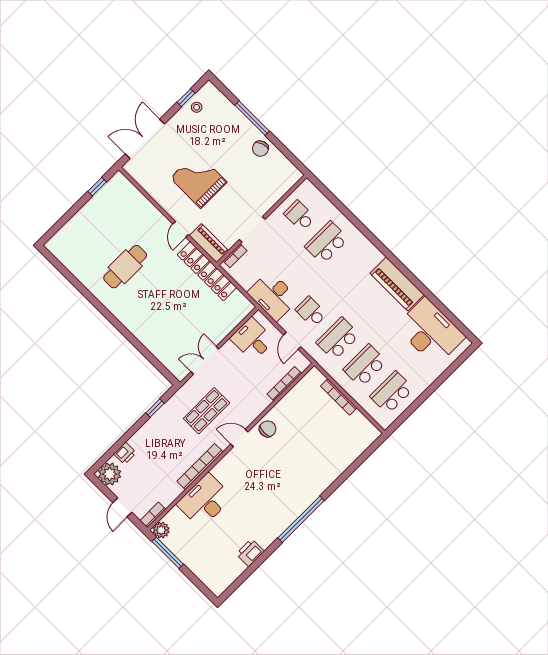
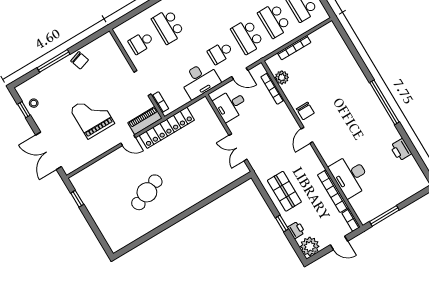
grand piano: (199, 180) -> (92, 116), turned 90
cafe table: (125, 267) -> (147, 192), turned 68
window: (155, 408) -> (282, 224), moved
shop shelf: (206, 411) -> (284, 191), moved
chair: (268, 429) -> (305, 111), turned 180
bookcase: (200, 467) -> (333, 191), moved
plant: (161, 530) -> (282, 77), moved

